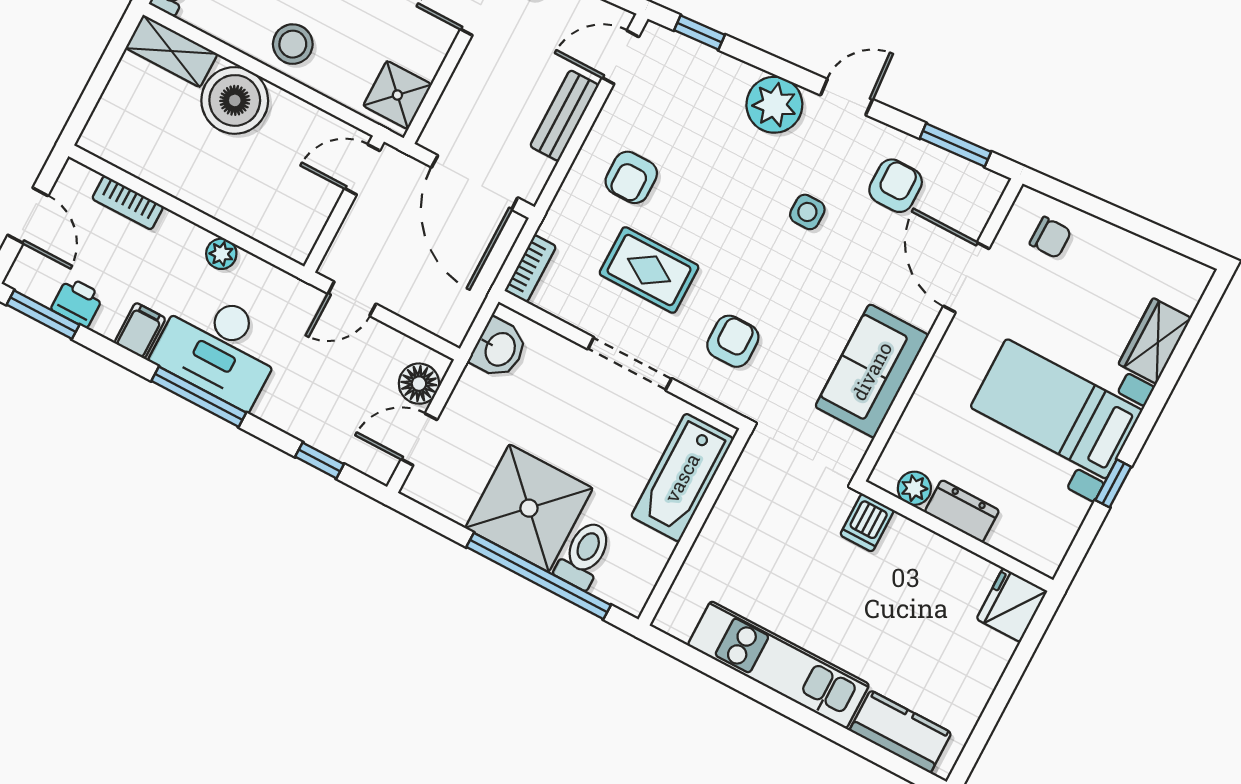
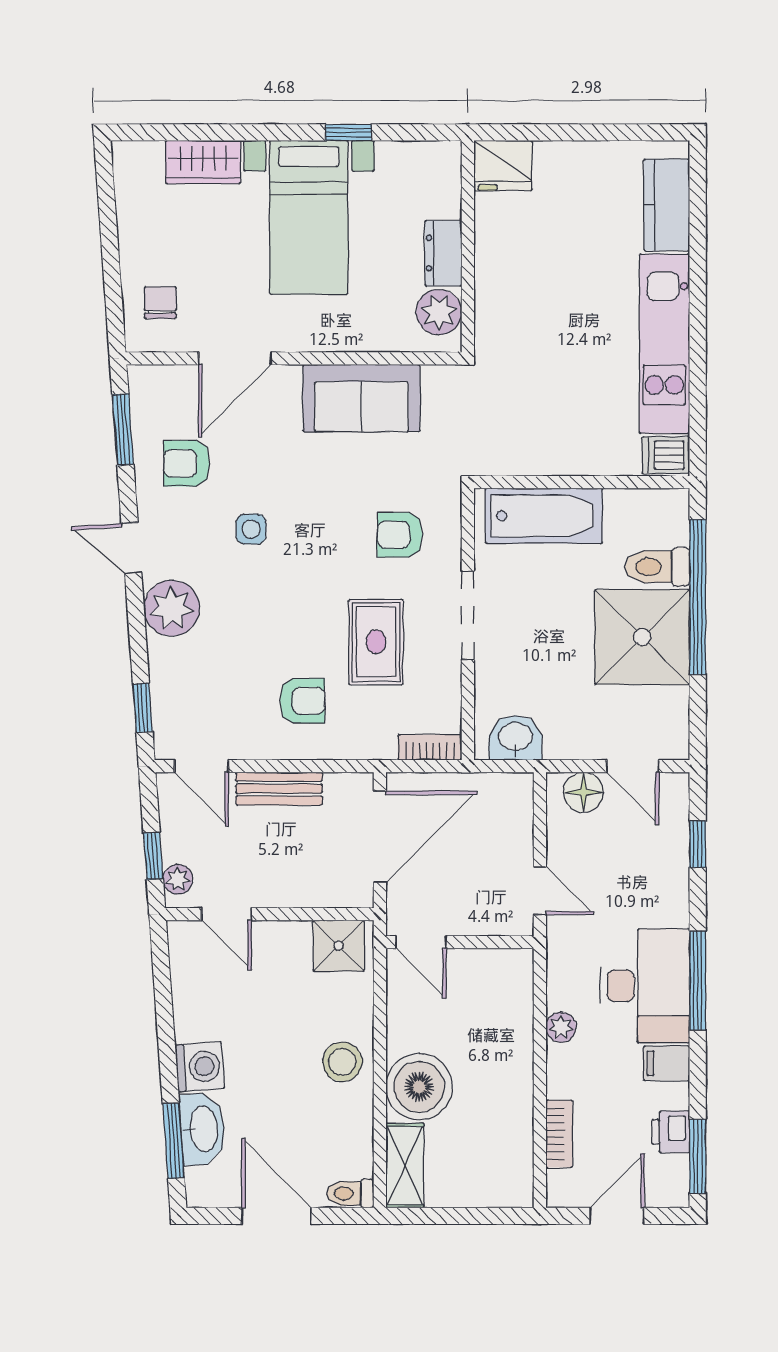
plant: (914, 488) -> (439, 312), width x1.38, depth x1.38
dishwasher: (867, 523) -> (666, 455), moved, turned 180

